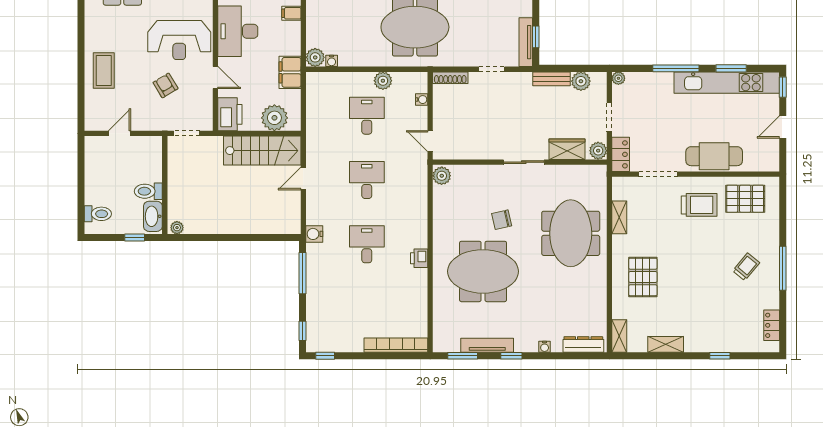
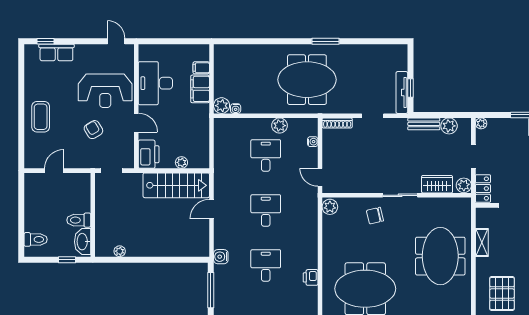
filing cabinet: (290, 72) -> (200, 89), moved
plant: (274, 118) -> (181, 162), width x0.53, depth x0.53
chair: (502, 220) -> (375, 216), moved
plant: (177, 228) -> (120, 251), moved

